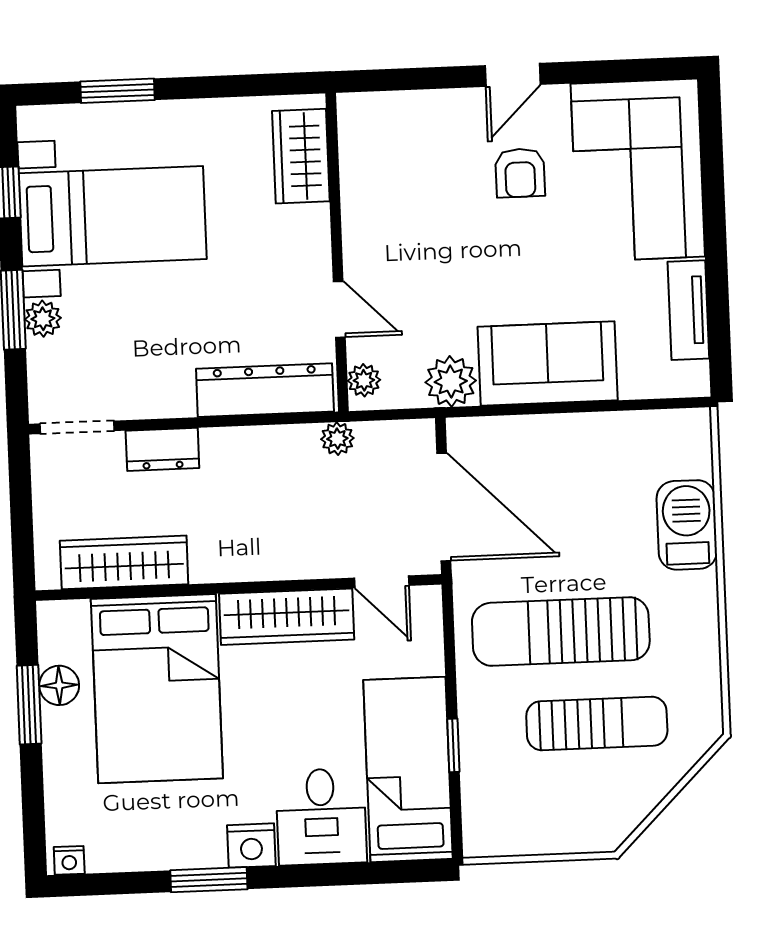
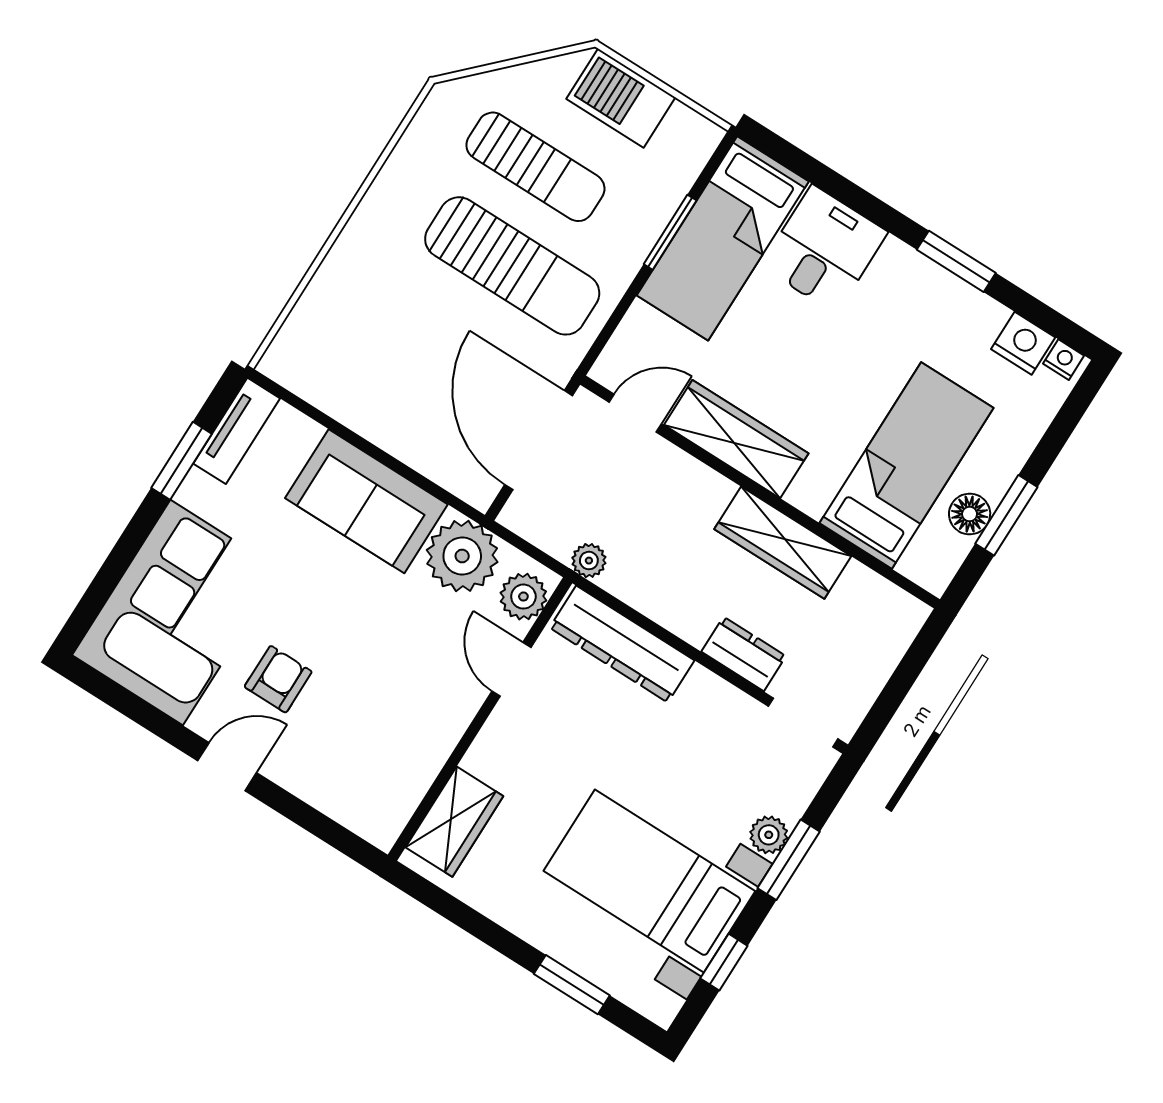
window: (717, 294) -> (182, 461), added
tv unit: (688, 310) -> (237, 431), moved
plant: (364, 380) -> (523, 597), width x1.38, depth x1.38
plant: (451, 381) -> (462, 556), width x1.36, depth x1.36
barbecue: (687, 525) -> (621, 98), moved, turned 90
wardrobe: (124, 562) -> (783, 543), moved
door: (382, 582) -> (635, 413), hinge flipped
bed: (157, 689) -> (907, 466), width x0.67
sun lounger: (597, 723) -> (535, 167), turned 180
window: (453, 745) -> (670, 232), width x1.50
nightstand: (251, 846) -> (1023, 343), moved

